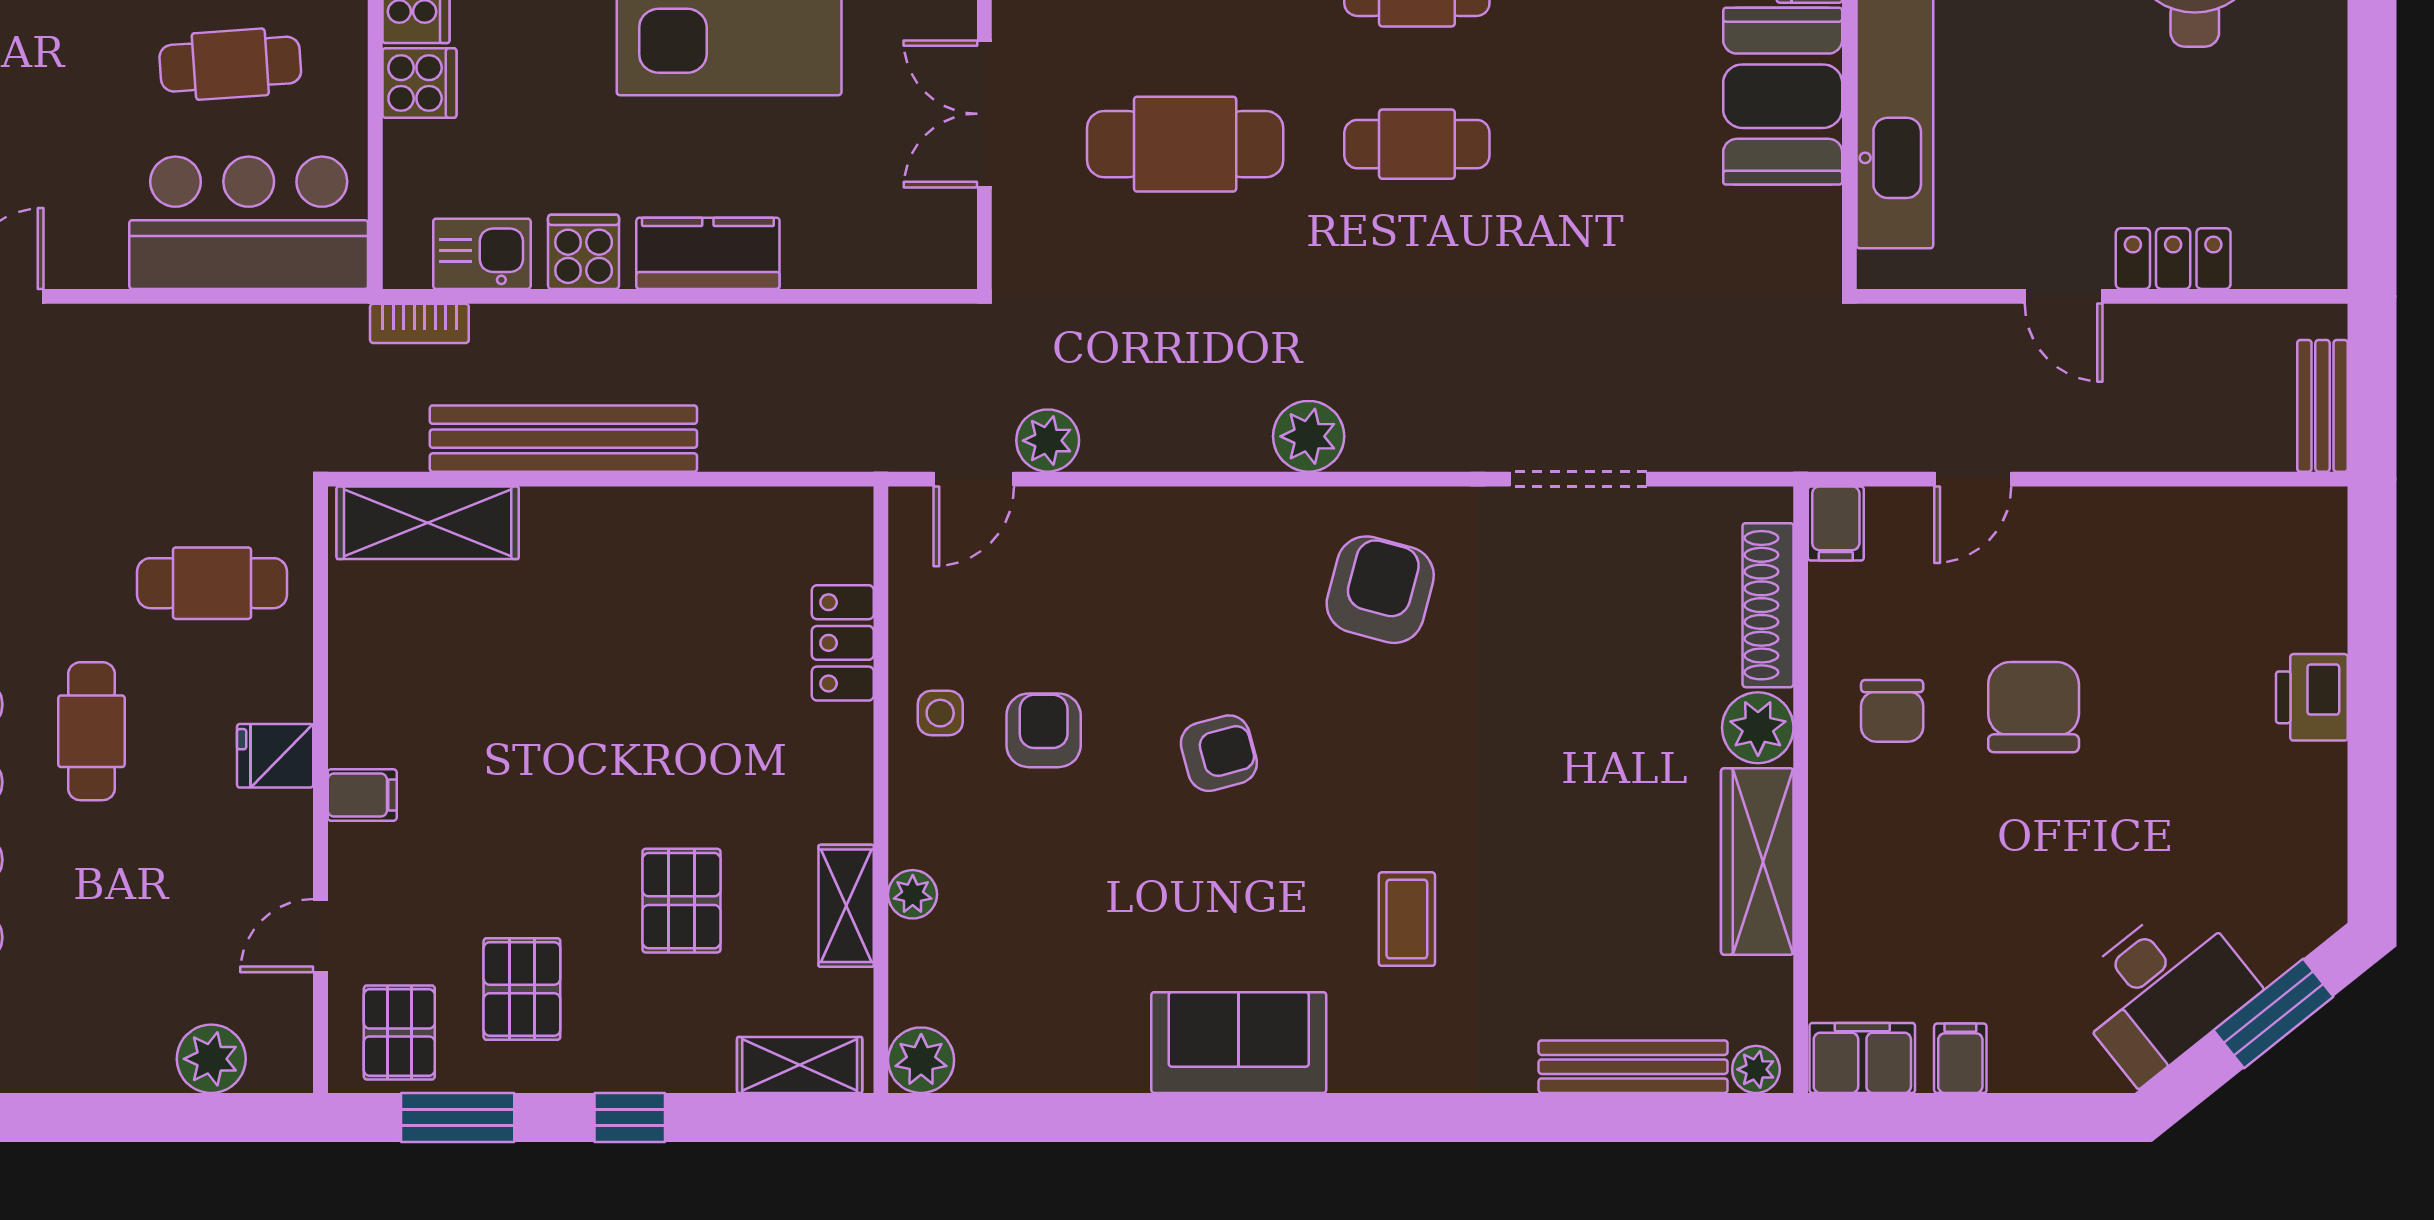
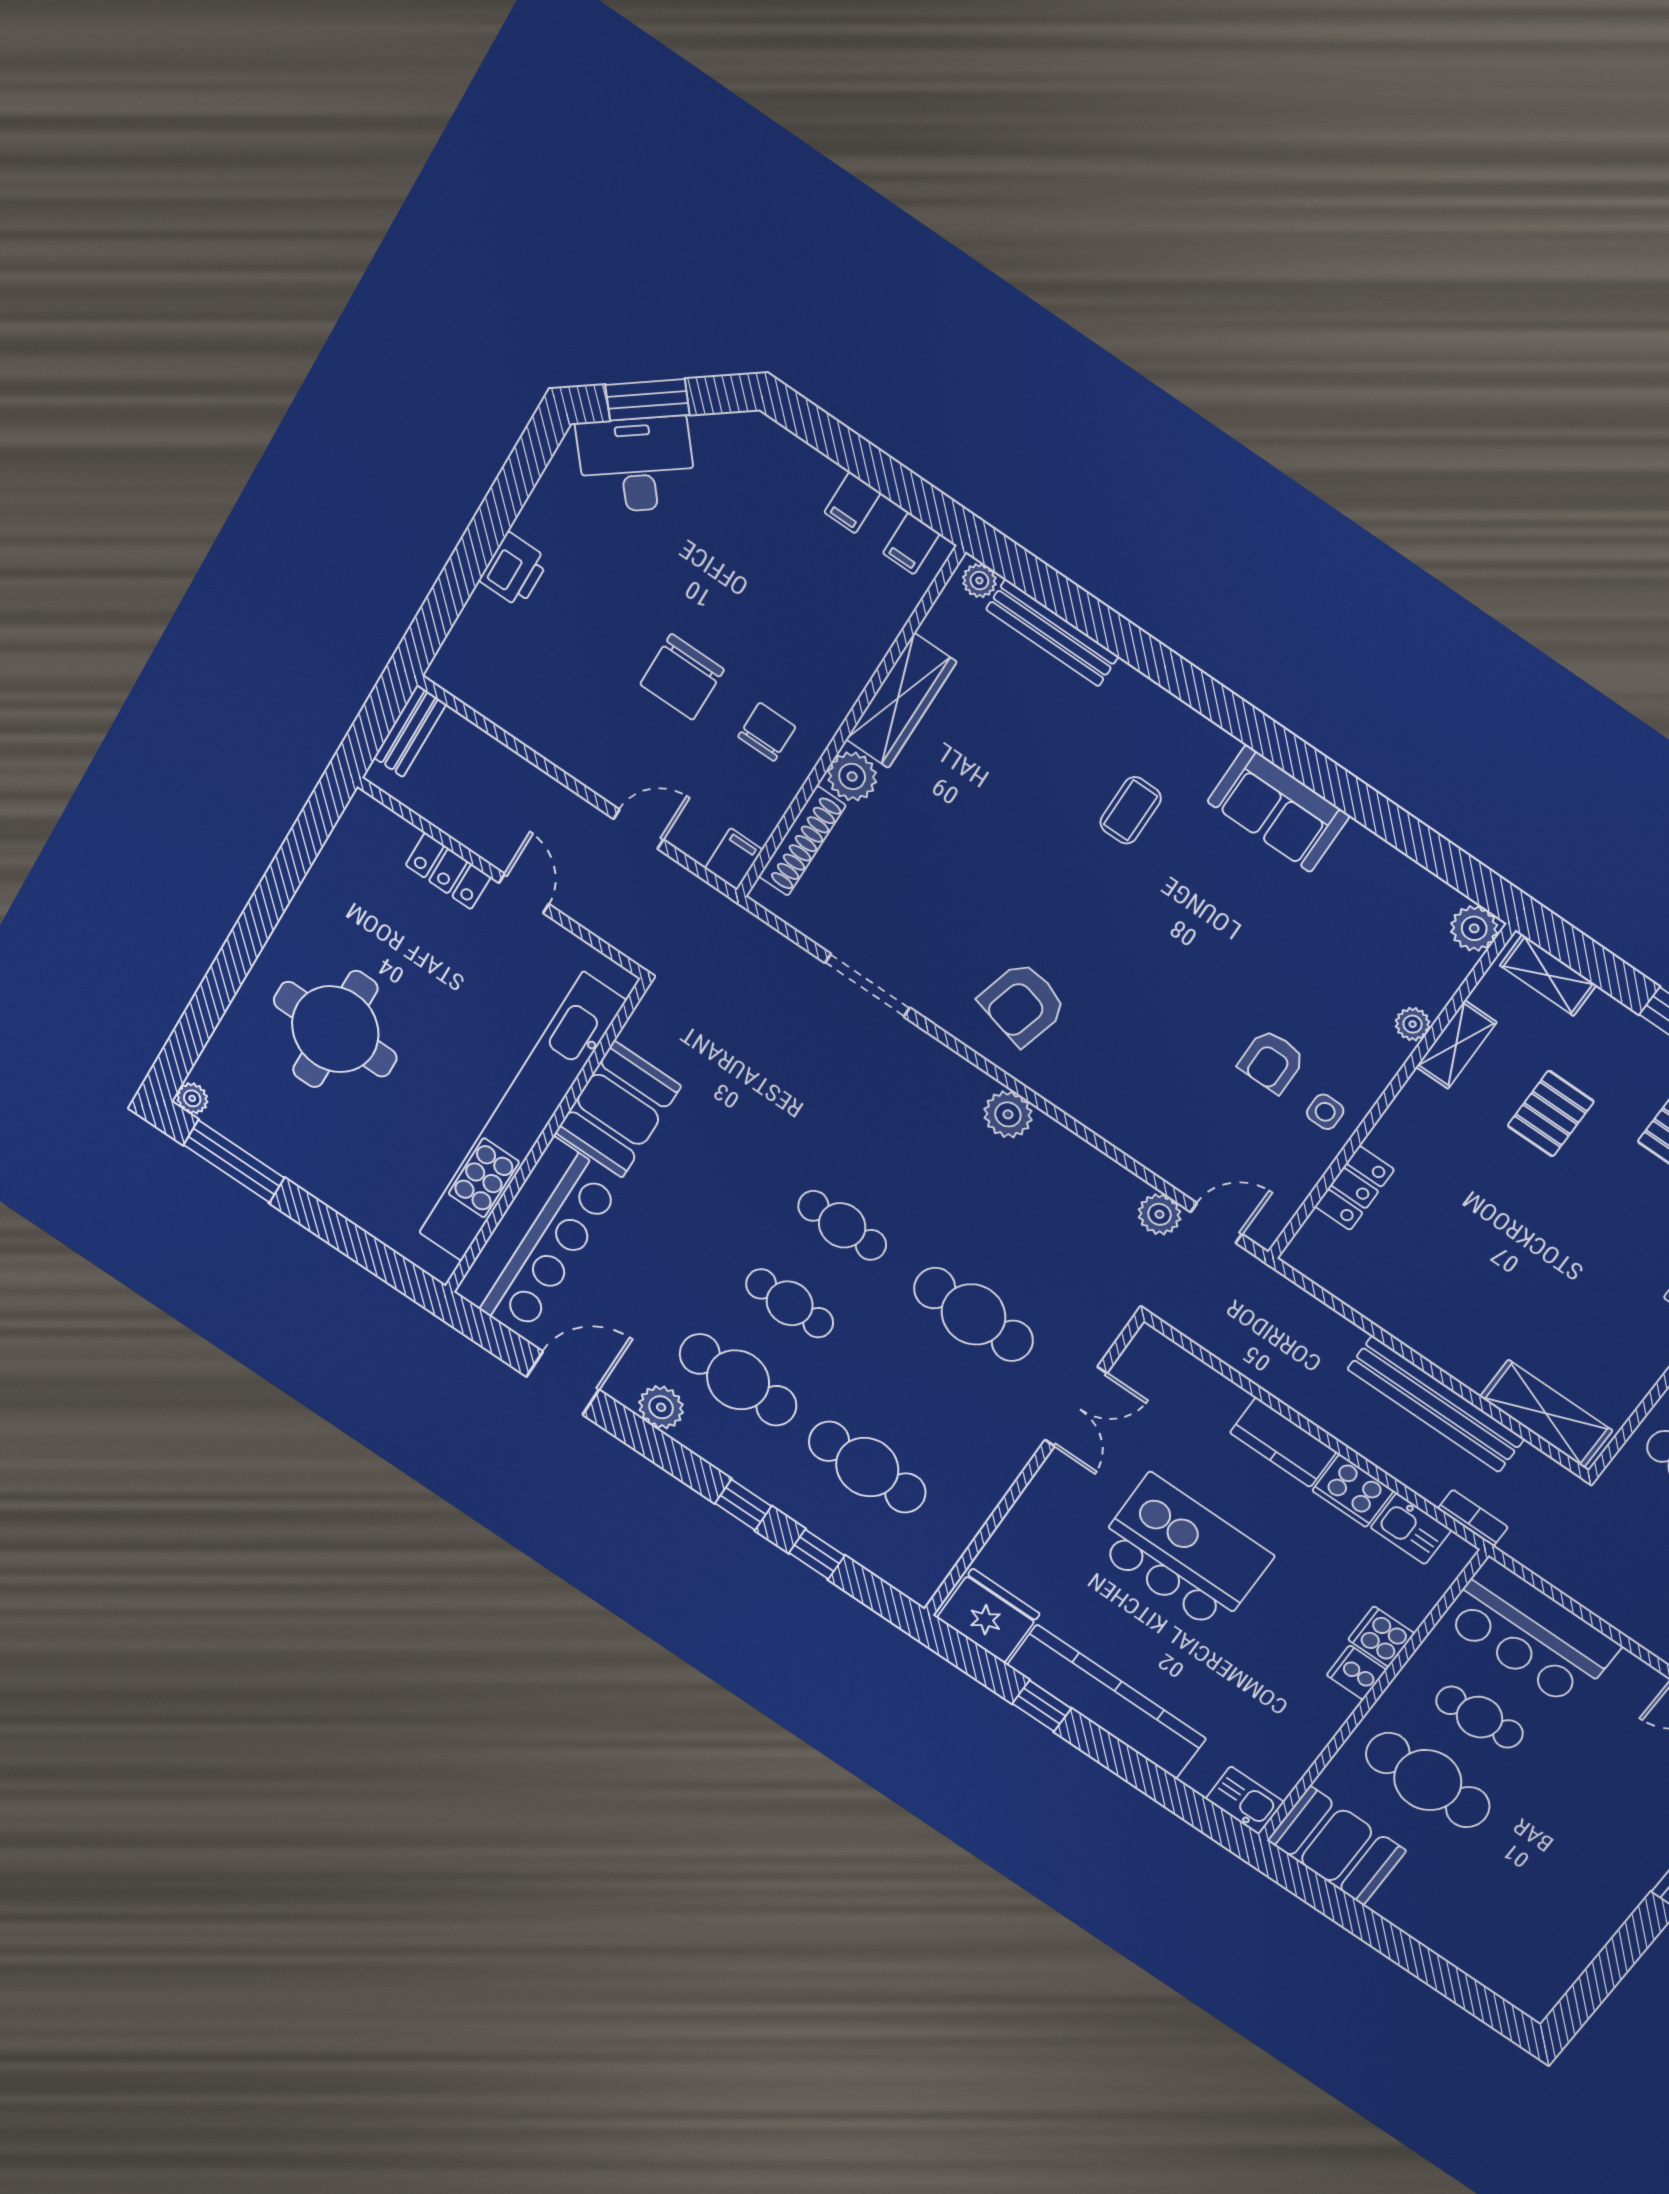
cooker: (584, 252) -> (1353, 1491), width x1.36
armchair: (1219, 753) -> (1178, 979), removed
desk: (2162, 990) -> (636, 465), moved
filing cabinet: (1862, 1058) -> (911, 543), width x0.50

